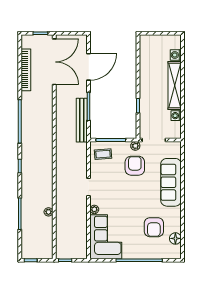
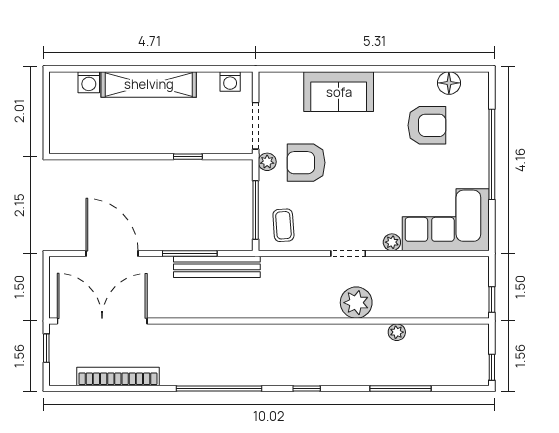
washing machine: (176, 116) -> (230, 81), moved
sofa: (171, 182) -> (339, 92), width x0.73
plant: (64, 191) -> (356, 303), added

